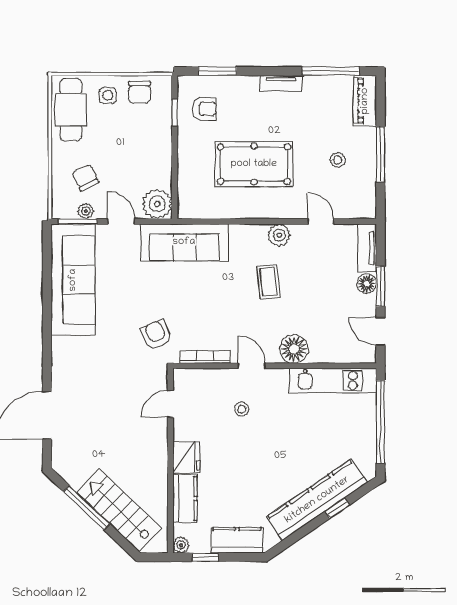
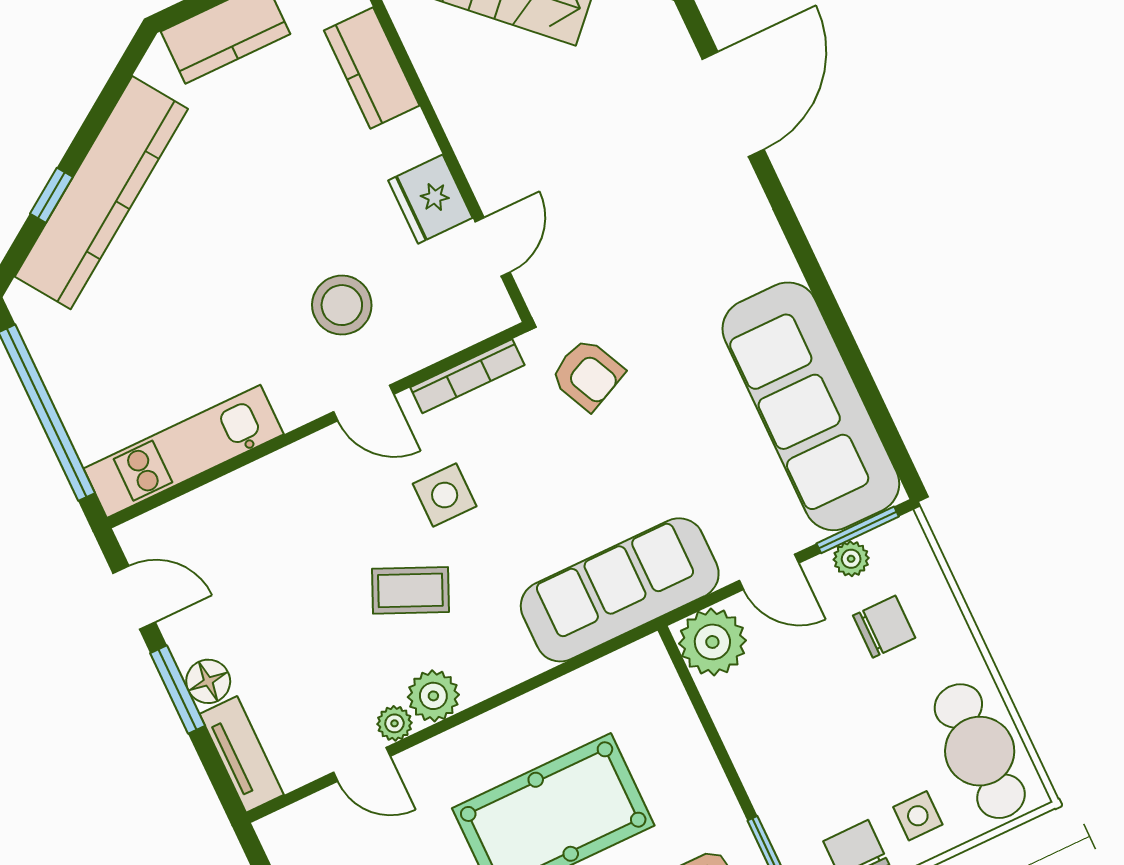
chair: (85, 178) -> (884, 627), turned -65
plant: (300, 232) -> (394, 723), added
coffee table: (268, 282) -> (410, 590), turned -60
side table: (237, 314) -> (445, 495), added
floor lamp: (294, 349) -> (293, 478), removed
stool: (242, 409) -> (342, 305), width x1.89, depth x1.89
fridge: (186, 457) -> (430, 199), moved

